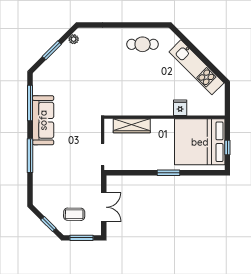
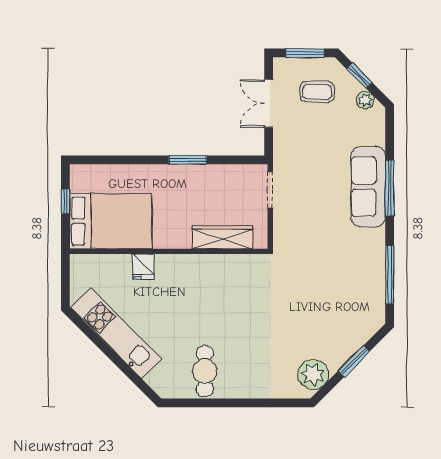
plant: (74, 39) -> (313, 374), width x1.88, depth x1.88
cafe table: (143, 44) -> (205, 371), turned 90
sofa: (43, 120) -> (368, 187), moved
bed: (200, 142) -> (111, 221), width x0.73
window: (169, 173) -> (188, 160), moved
plant: (45, 209) -> (365, 100), added

